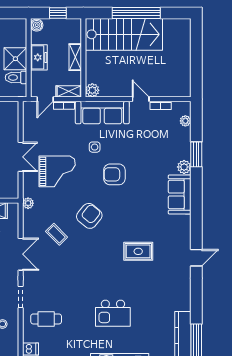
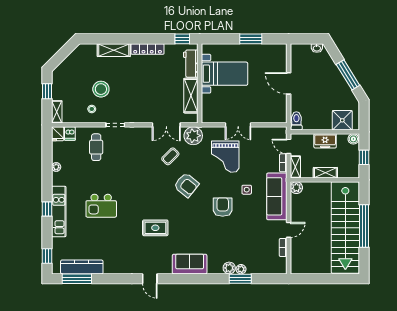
stairs: (124, 34) -> (345, 227), width x1.36
shower: (15, 59) -> (342, 120), moved
toilet: (16, 77) -> (296, 121), moved
plant: (185, 121) -> (241, 269), moved
sofa: (180, 194) -> (190, 264), moved
plant: (28, 203) -> (193, 136), width x1.88, depth x1.88
rug: (138, 251) -> (155, 228), turned 90
double door: (21, 254) -> (166, 125), moved
kitchen island: (113, 313) -> (101, 206), turned -90

